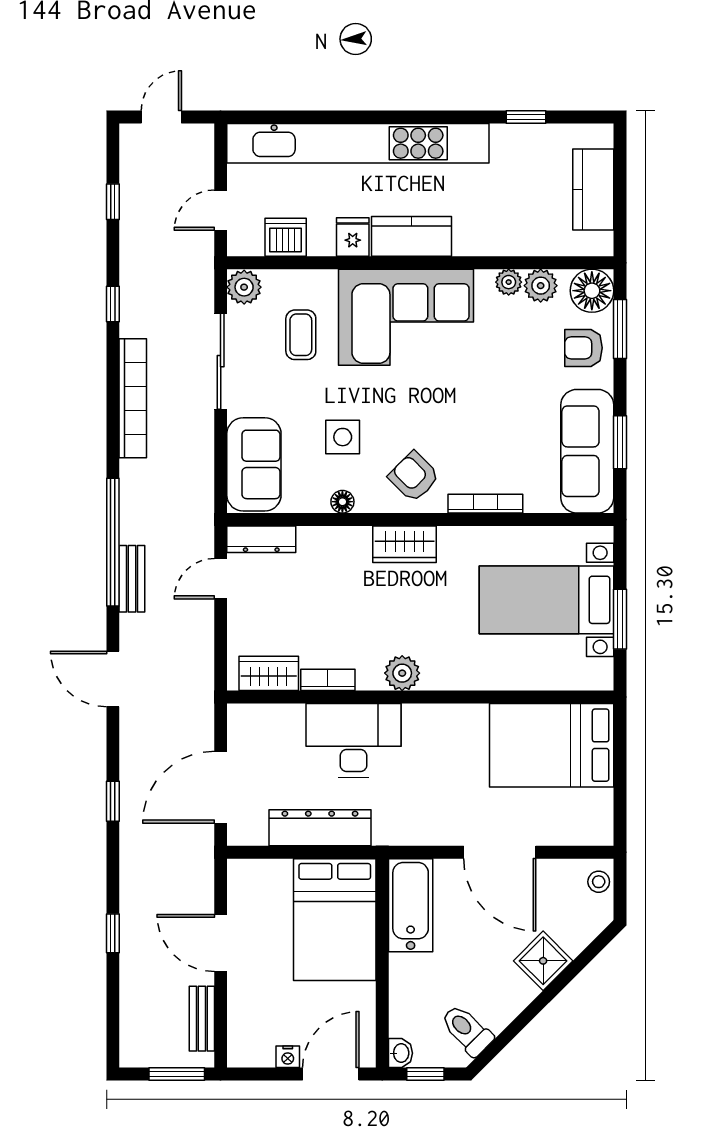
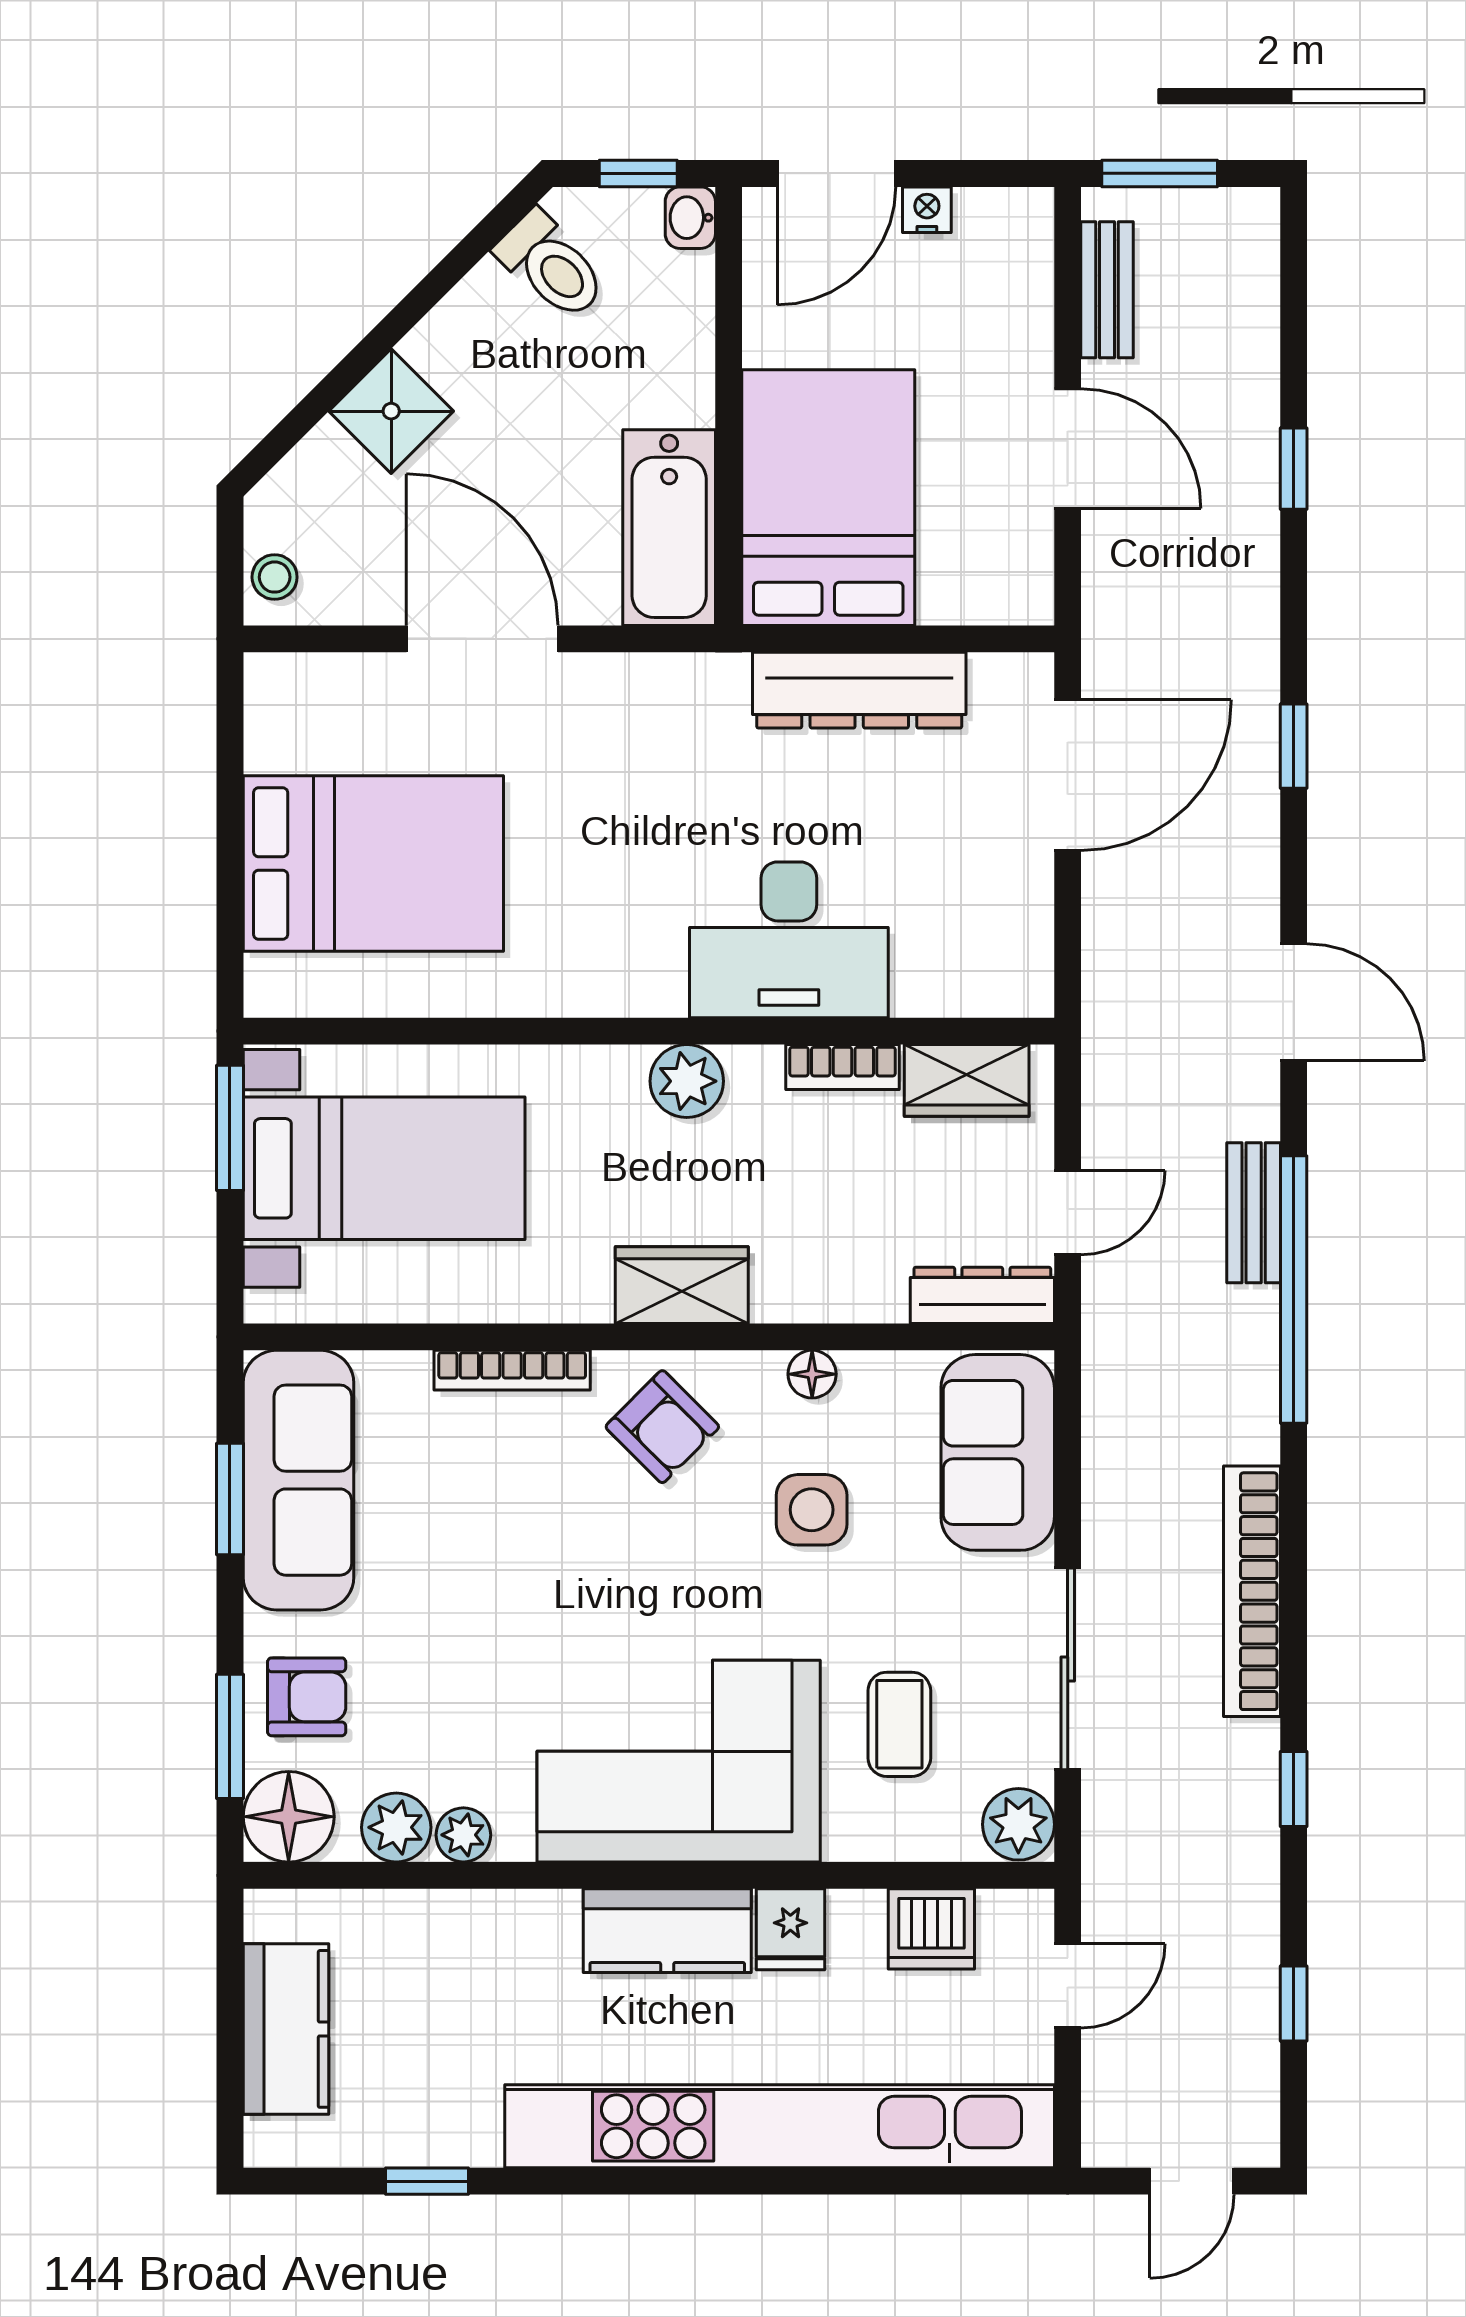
wardrobe: (269, 673) -> (967, 1080), moved
plant: (402, 673) -> (687, 1081), moved
bookcase: (328, 680) -> (843, 1067), moved
wall: (420, 697) -> (649, 1031), moved
desk: (354, 740) -> (789, 940), moved

